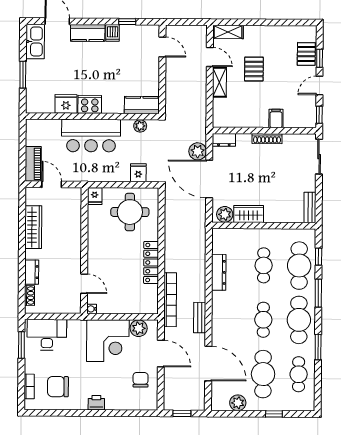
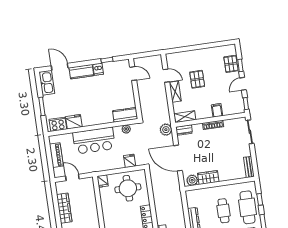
shelving: (228, 32) -> (185, 117), moved
cooker: (90, 104) -> (58, 124), moved
plant: (198, 151) -> (166, 130), moved
piano: (33, 164) -> (56, 155), moved

